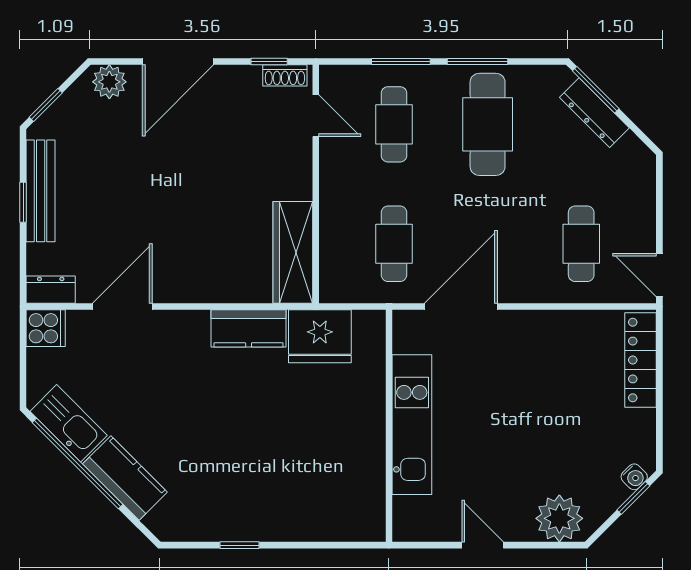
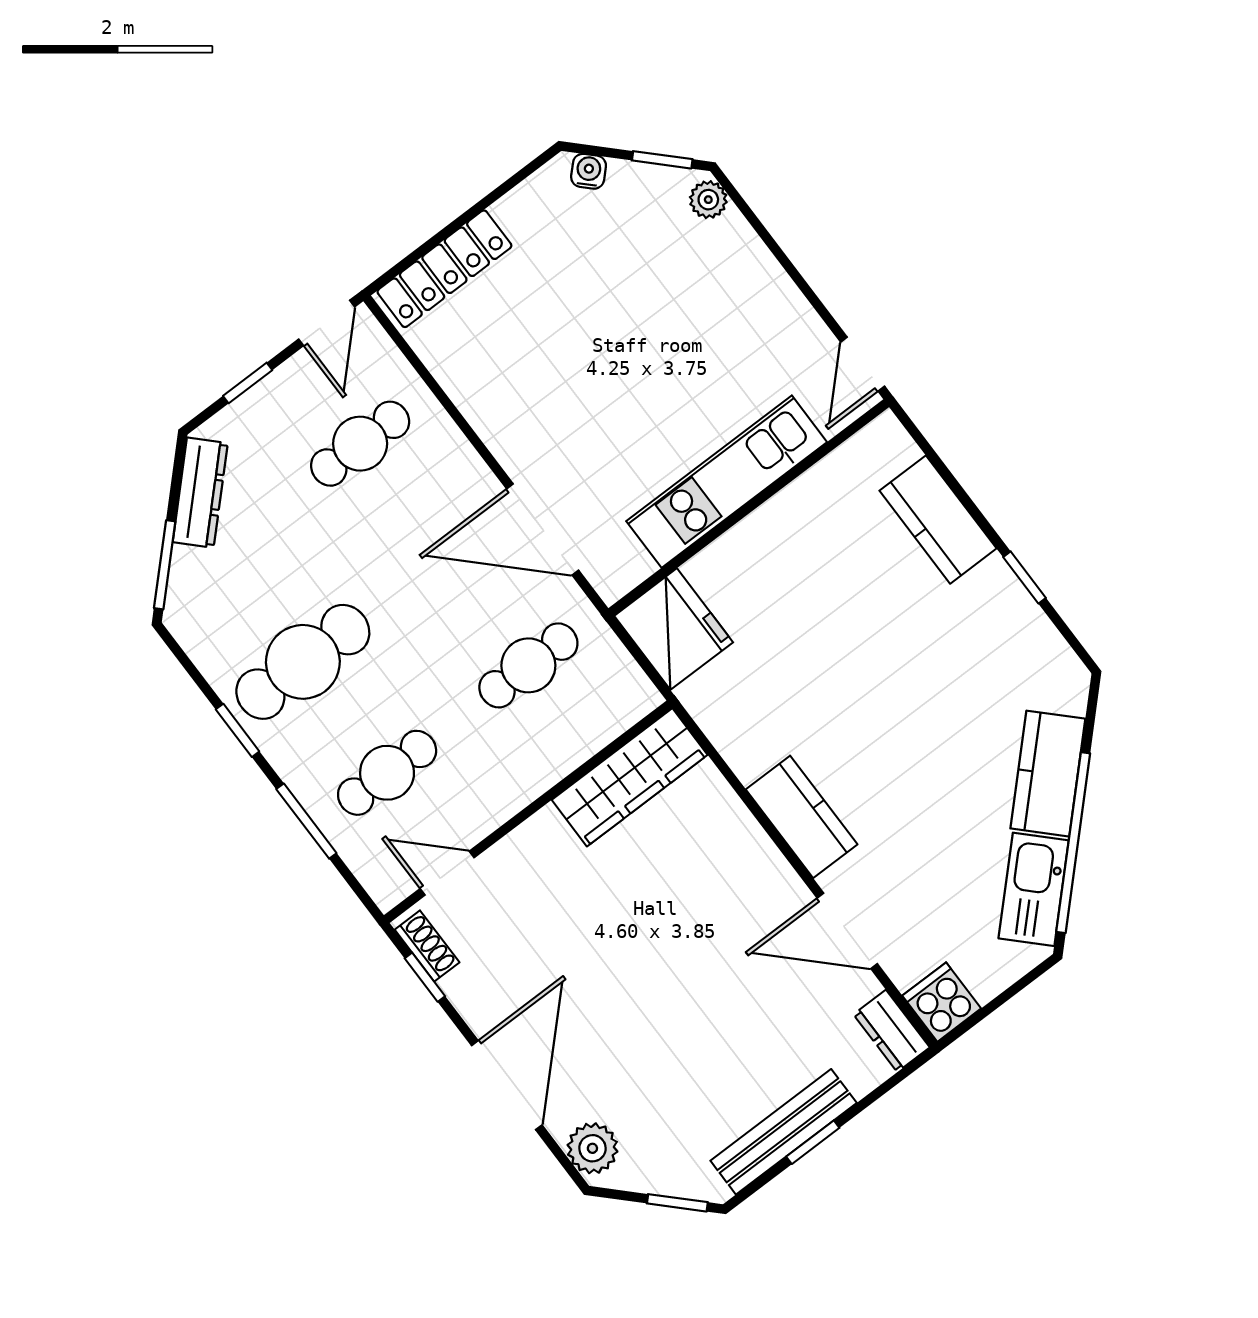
door: (178, 62) -> (507, 1085), hinge flipped
window: (477, 62) -> (238, 730), width x0.67
dresser: (594, 113) -> (200, 493), moved
door: (316, 116) -> (447, 873), hinge flipped
window: (659, 208) -> (248, 383), added
kitchen counter: (249, 328) -> (802, 817), moved
fridge: (320, 336) -> (674, 629), moved
window: (633, 498) -> (662, 160), moved
plant: (559, 518) -> (708, 200), width x0.53, depth x0.53
kitchen counter: (306, 522) -> (938, 520), added
door: (483, 545) -> (863, 364), moved

